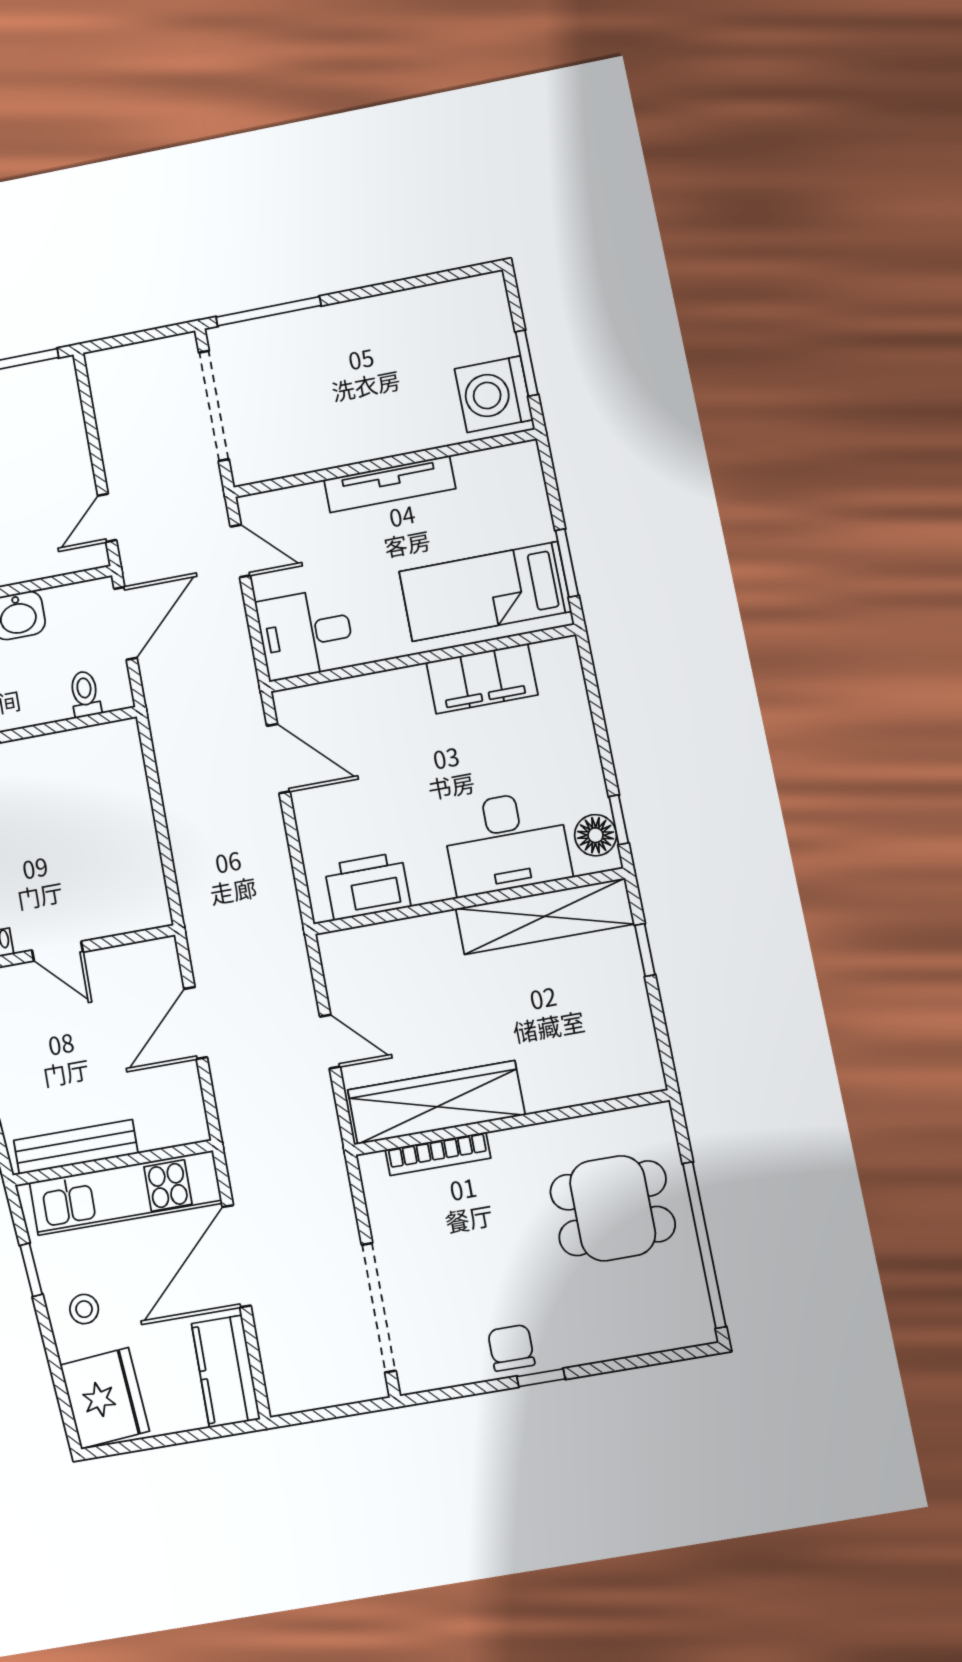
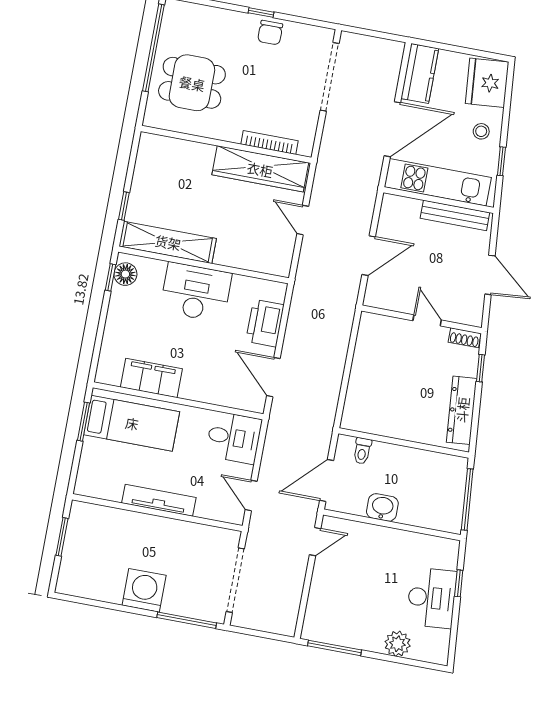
washing machine: (494, 394) -> (144, 590), moved, turned -90
desk: (506, 843) -> (196, 292), moved
printer: (367, 886) -> (265, 323), moved, turned 90

